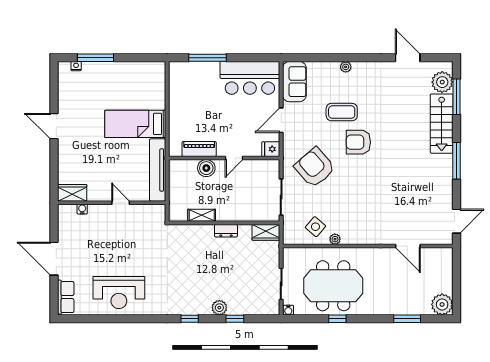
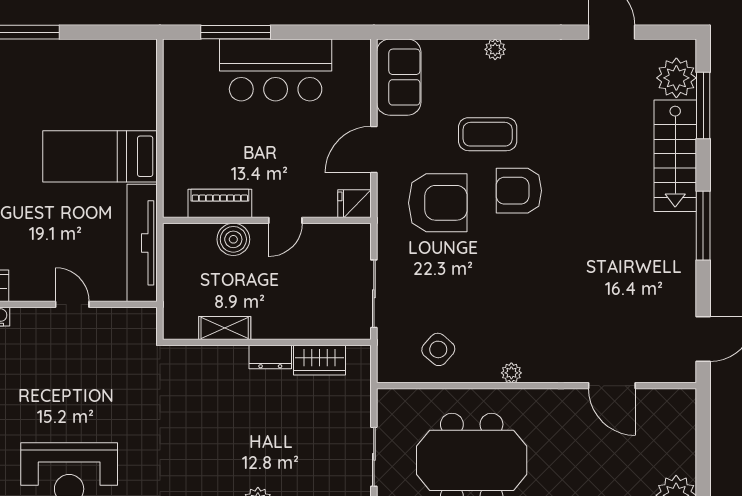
bar counter: (250, 78) -> (276, 70), moved
armchair: (315, 167) -> (438, 203), moved, turned 131
wardrobe: (266, 232) -> (319, 360), moved
plant: (335, 239) -> (511, 373), moved

